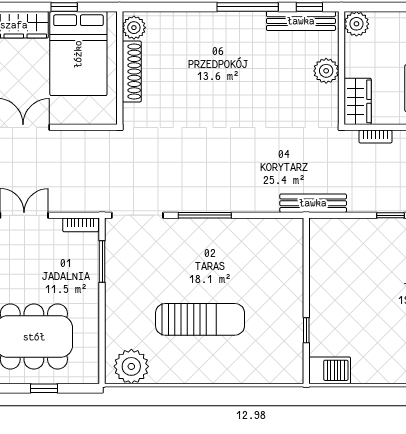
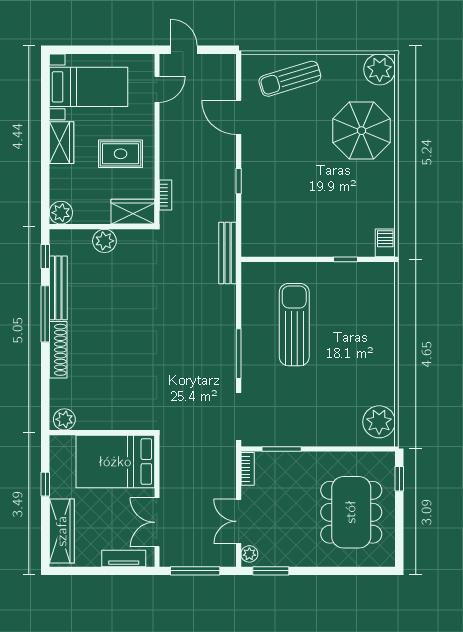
bench: (301, 21) -> (58, 288), moved
bed: (78, 54) -> (115, 462), moved, turned 180
shoe rack: (132, 72) -> (58, 350), moved, turned 90
sun lounger: (200, 319) -> (294, 325), moved
barbecue: (330, 370) -> (385, 243), width x0.73, depth x0.79
window: (44, 388) -> (399, 479), moved

